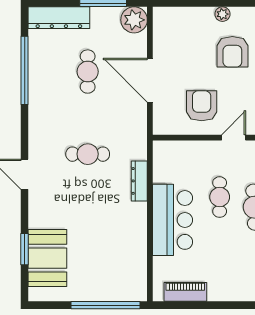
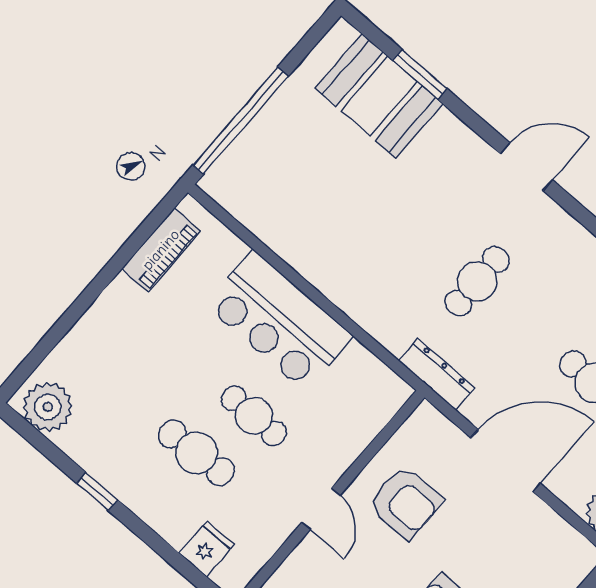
dresser: (139, 181) -> (437, 374), moved

